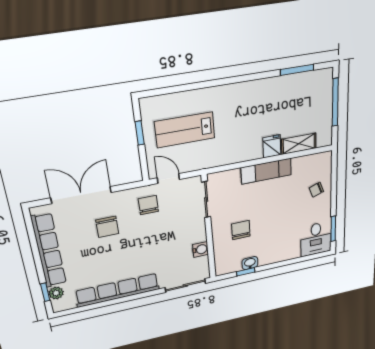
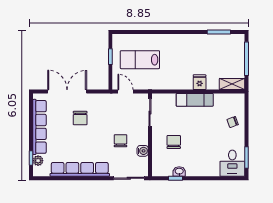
shelving: (299, 144) -> (232, 84), moved
chair: (148, 205) -> (120, 141), moved

